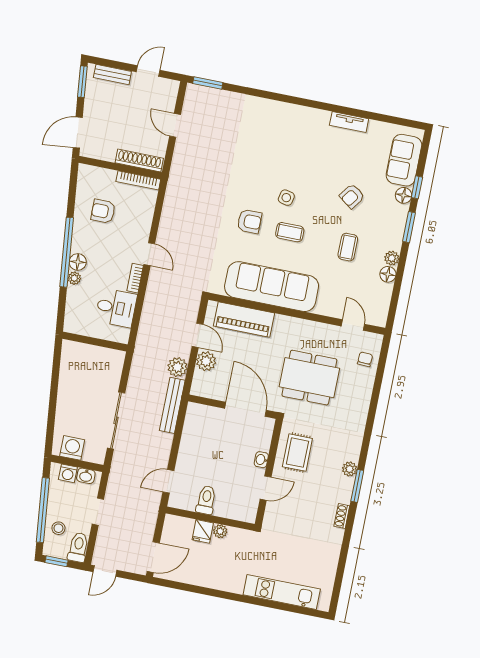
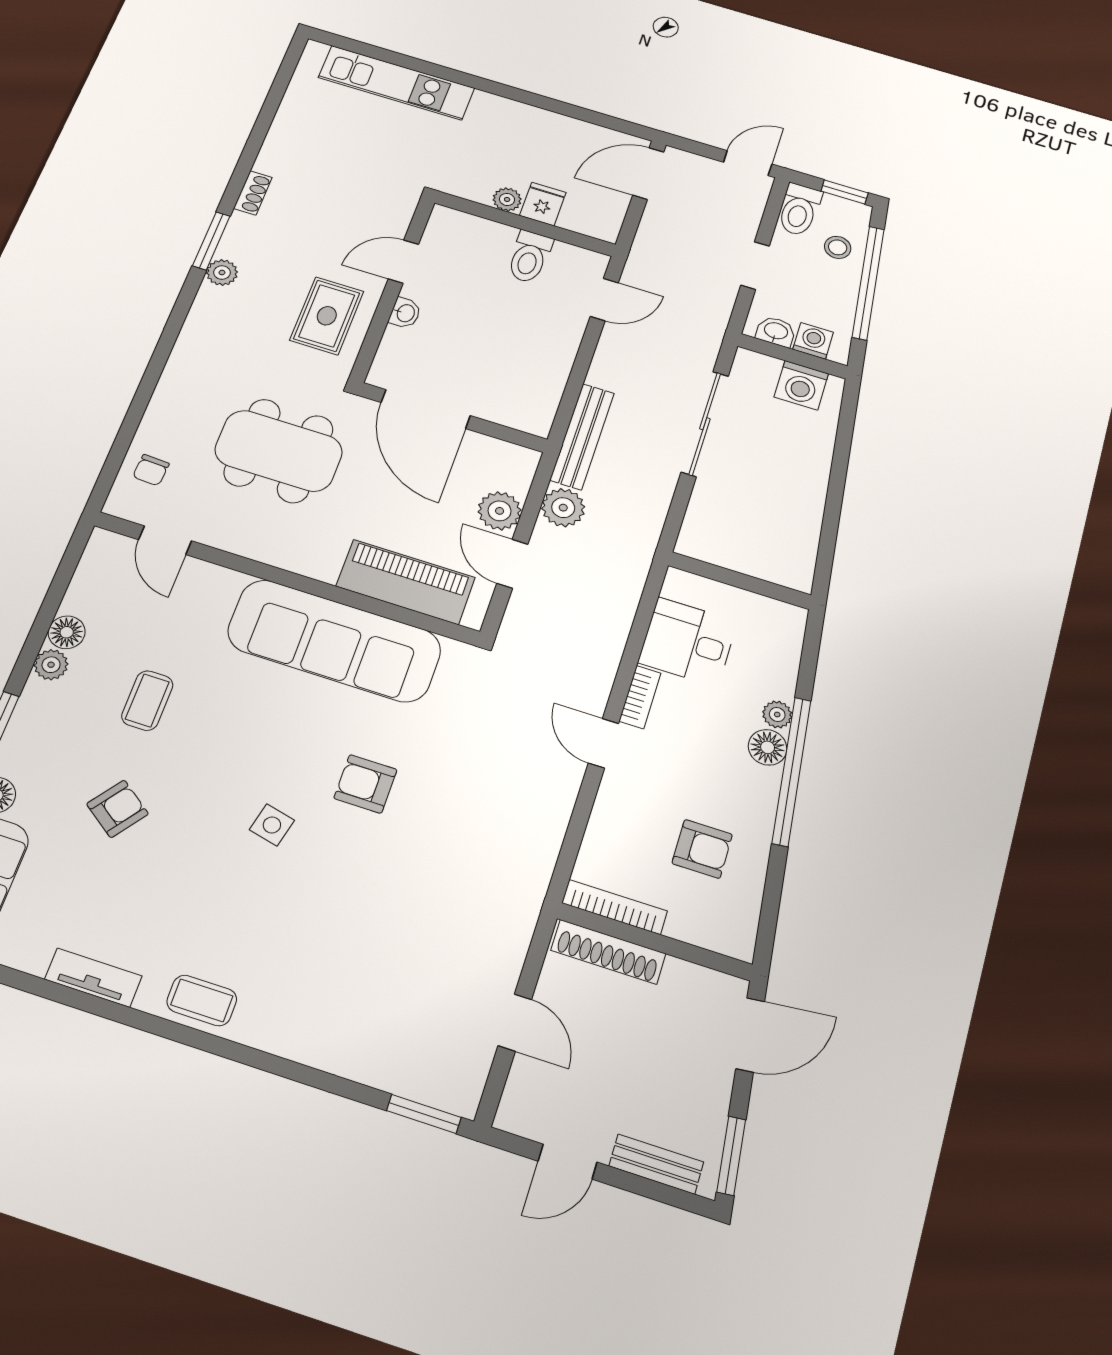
coffee table: (290, 232) -> (202, 1000), moved

